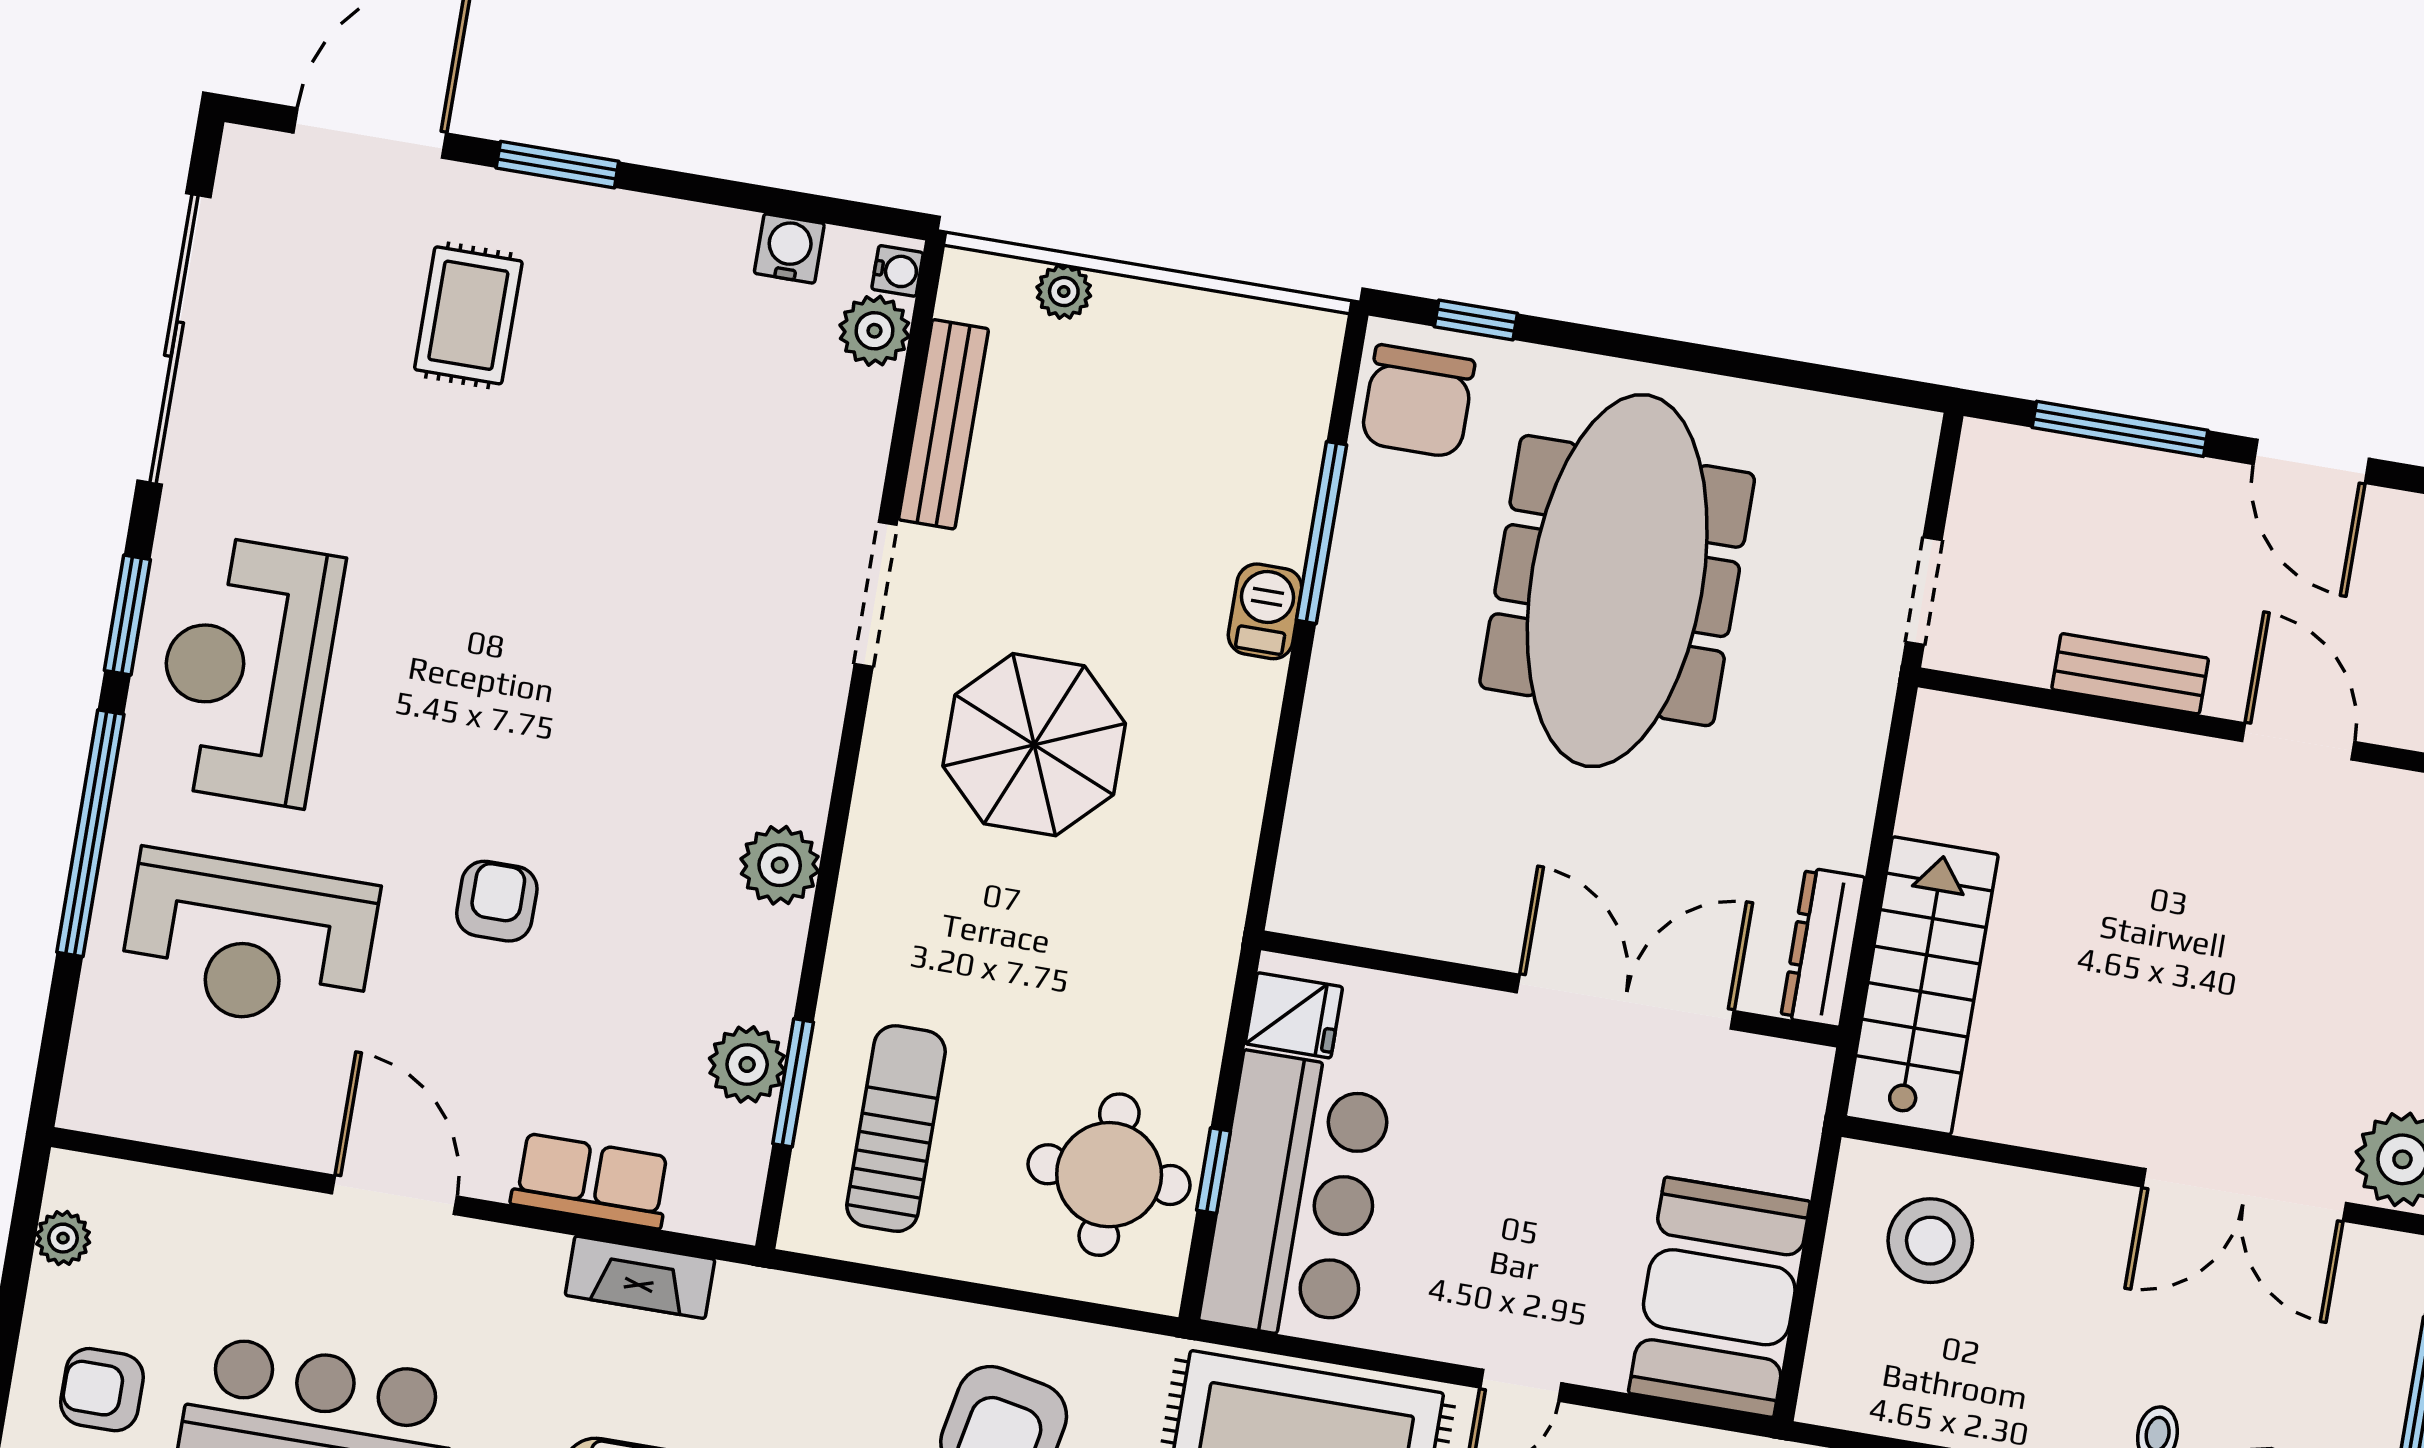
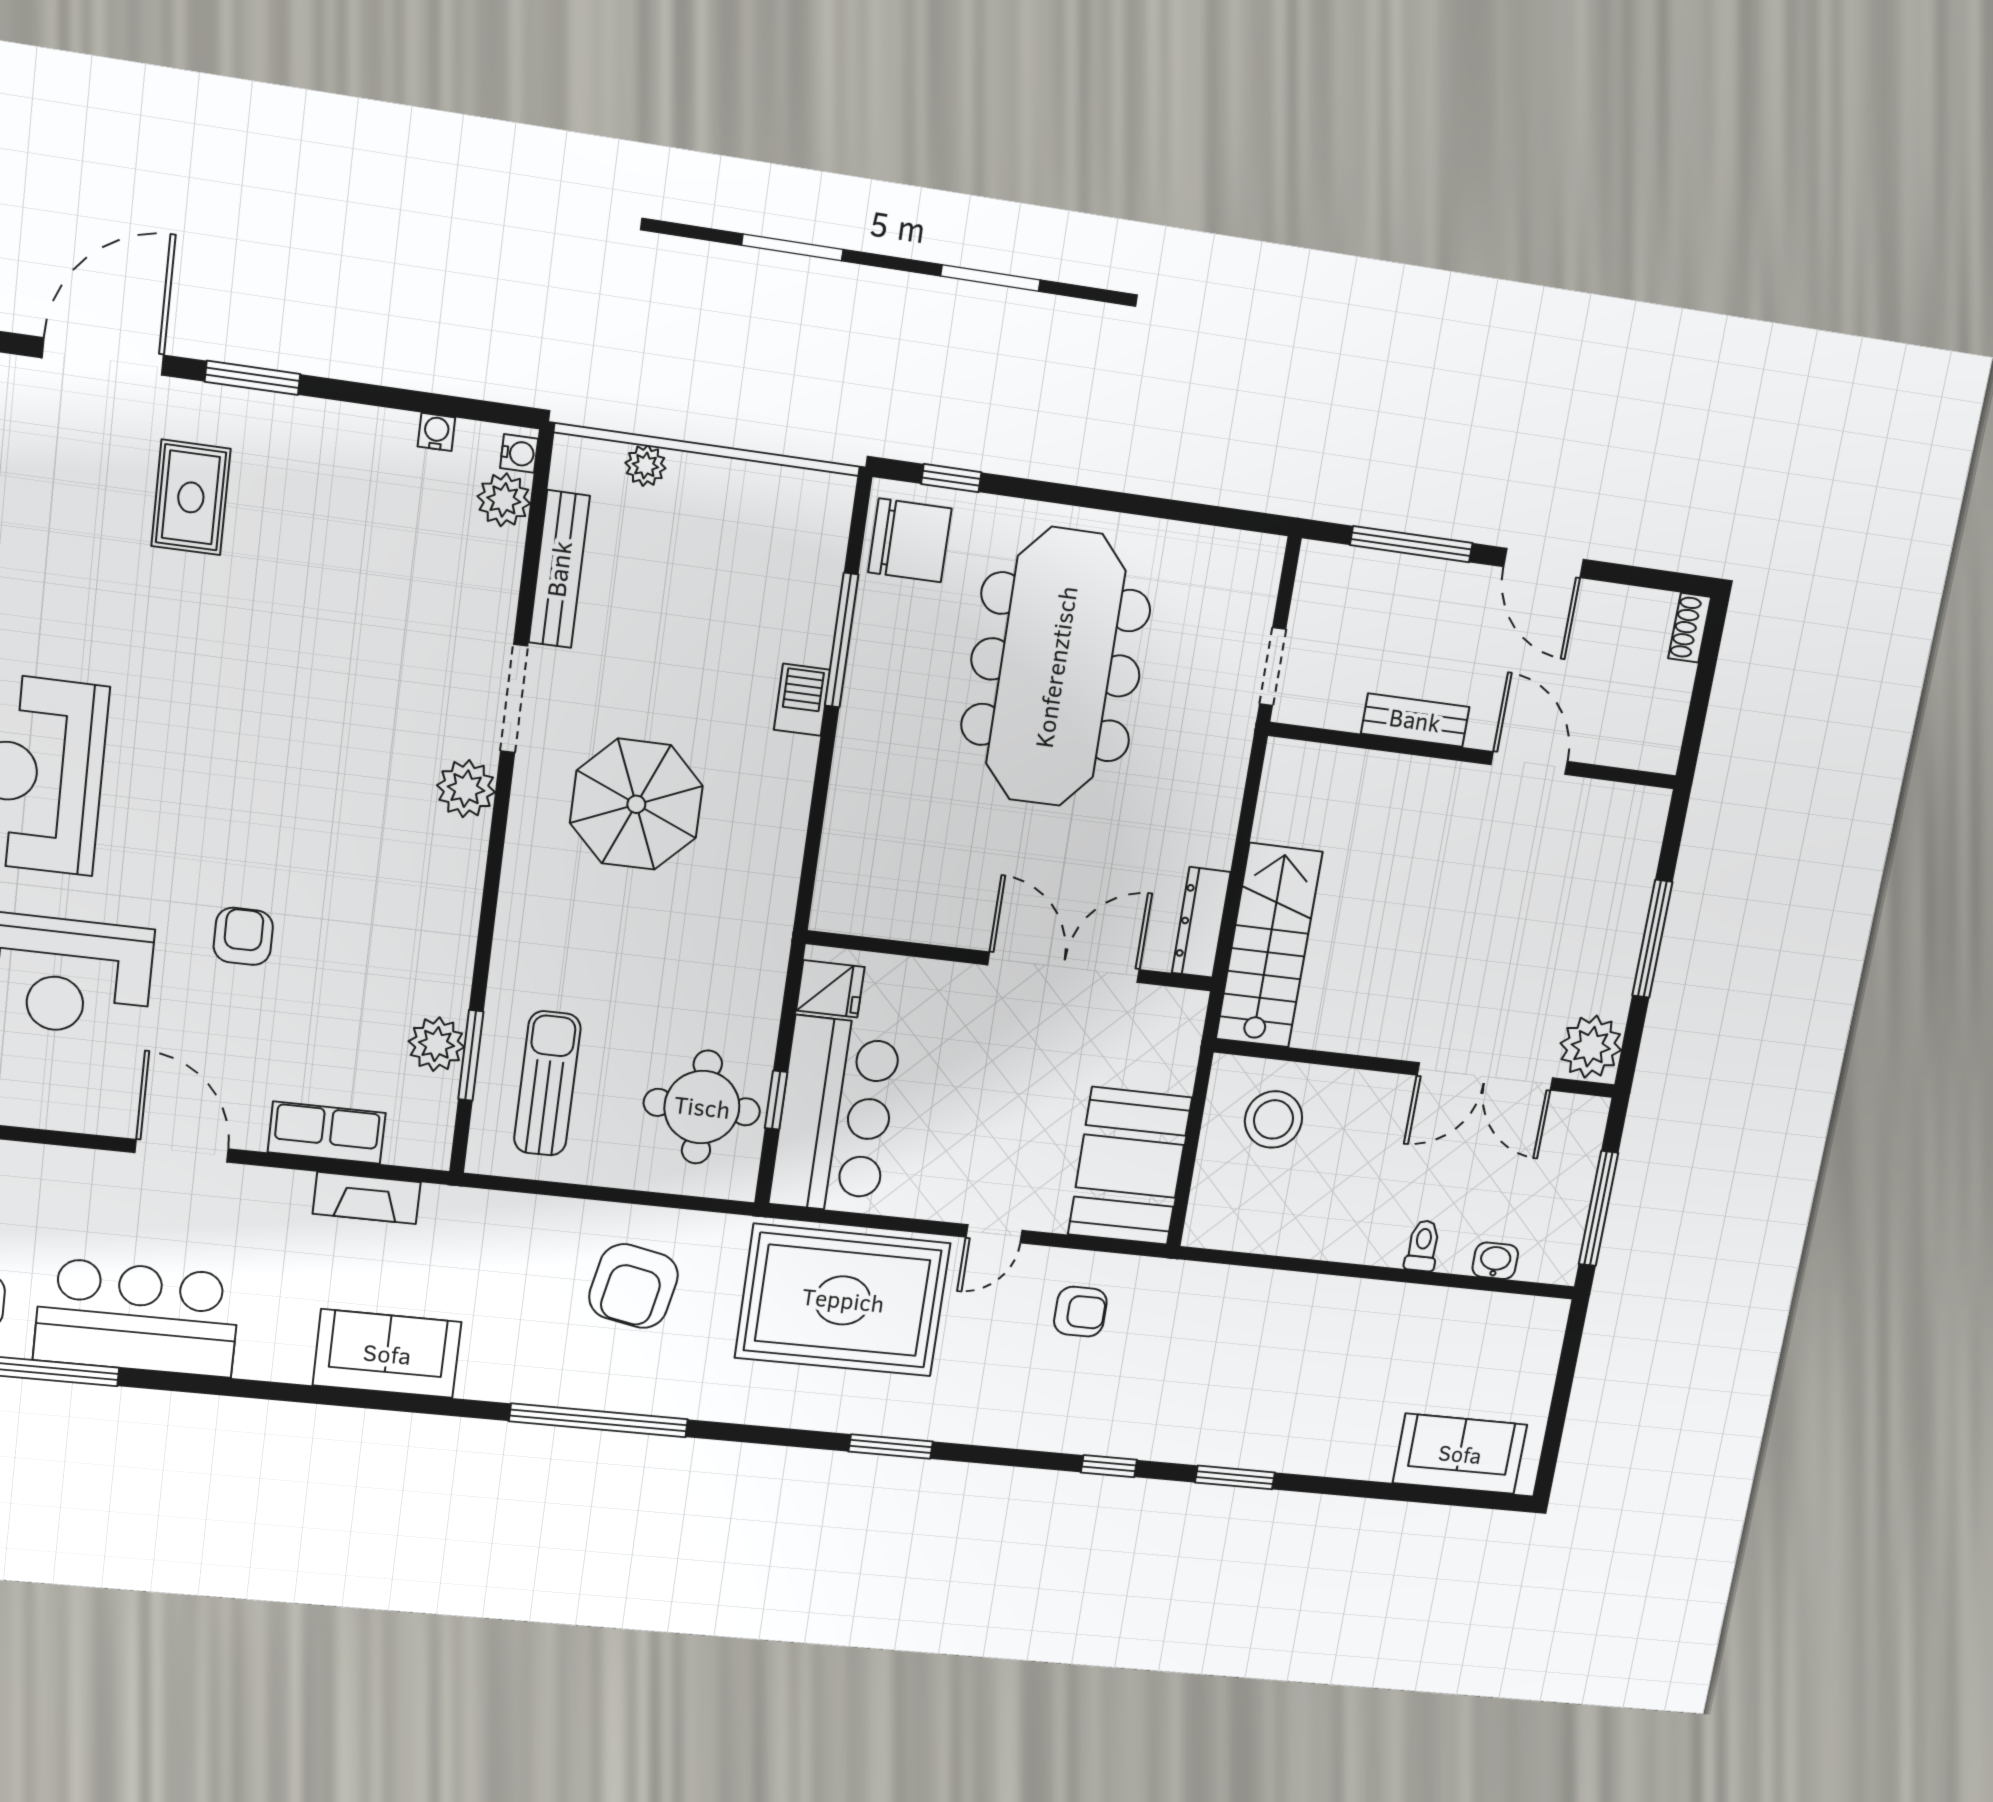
water cooler: (789, 248) -> (436, 432), width x0.72, depth x0.72
chair: (1418, 401) -> (910, 540), turned -90
plant: (780, 865) -> (466, 789), moved

